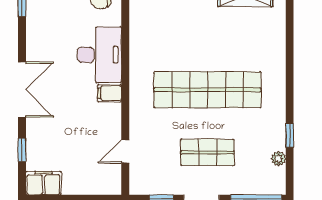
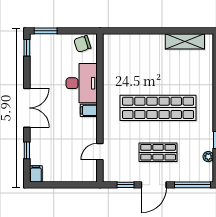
filing cabinet: (43, 183) -> (36, 174), width x0.50

